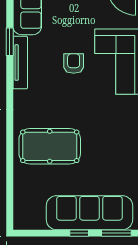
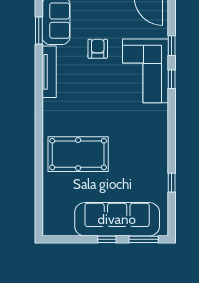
window: (10, 42) -> (39, 30), moved
armchair: (74, 63) -> (98, 49), moved

